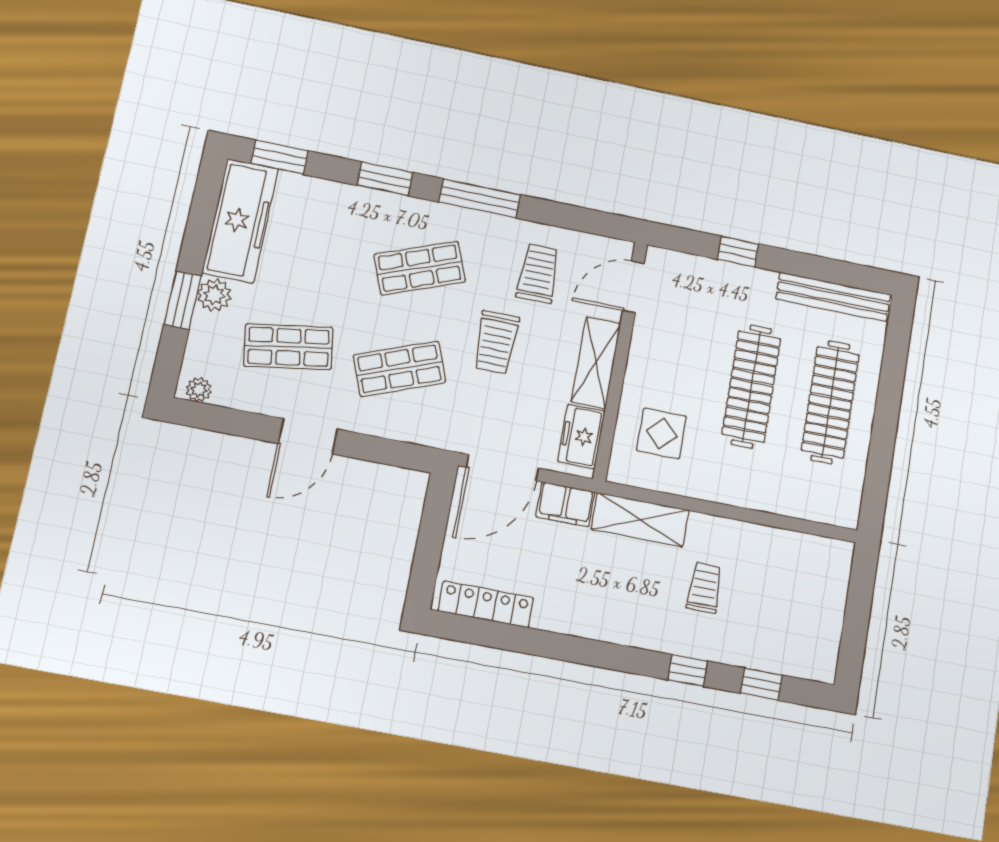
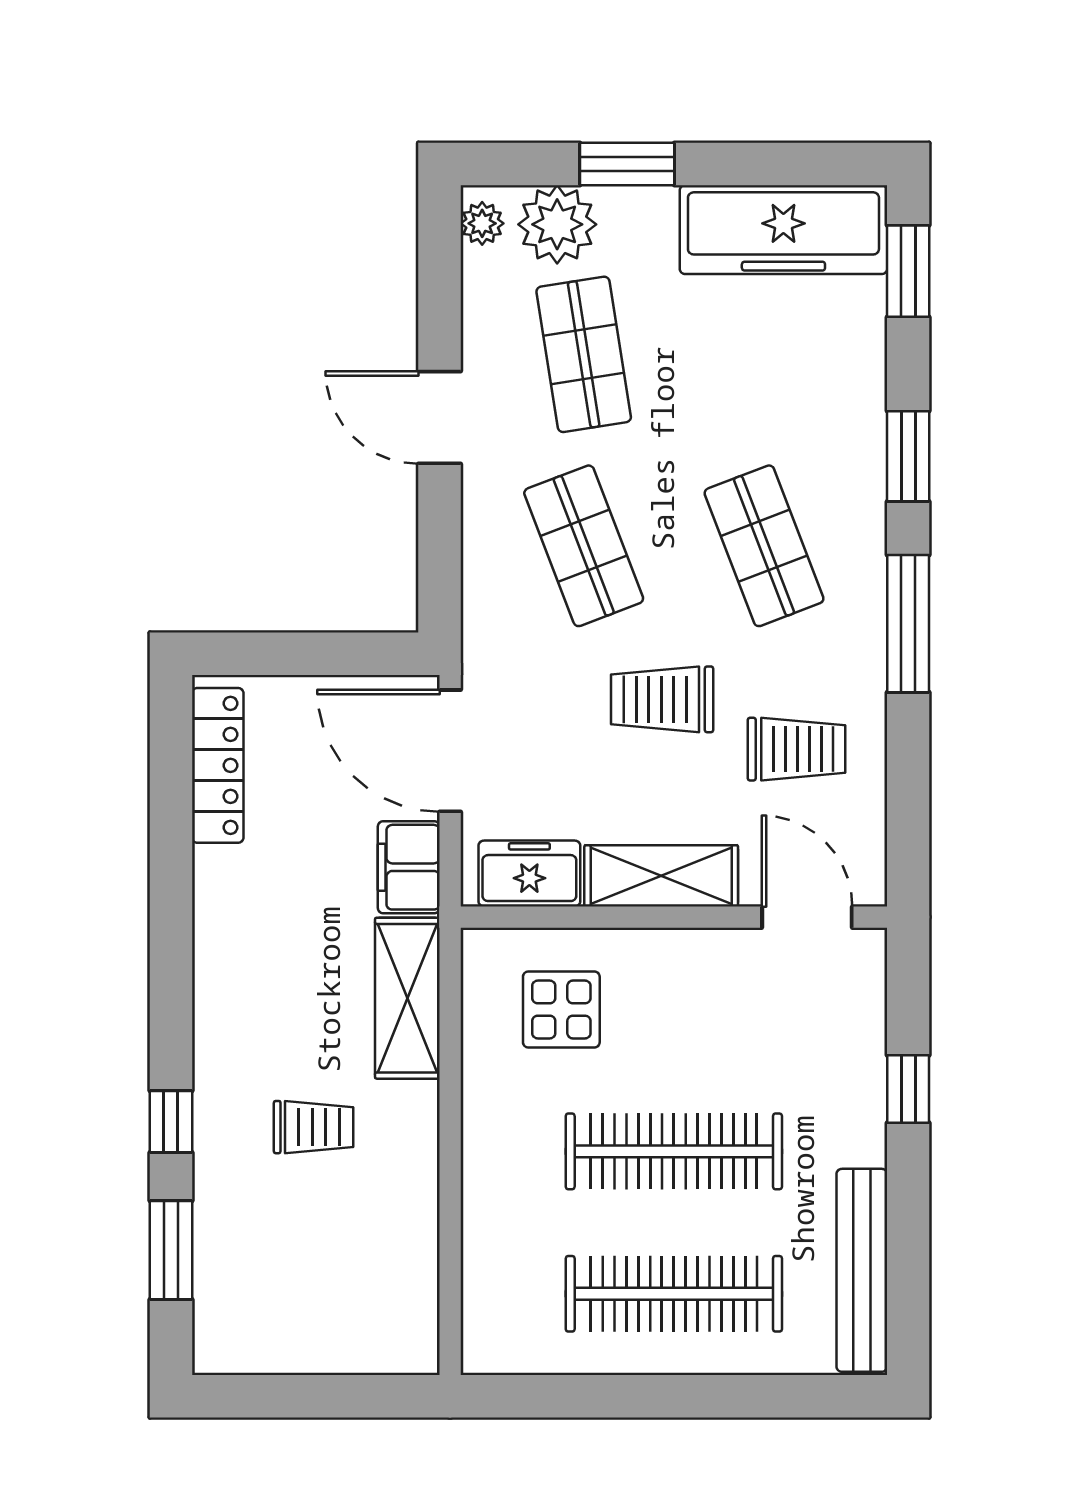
plant: (214, 295) -> (557, 224), moved, width x1.36, depth x1.36
window: (761, 684) -> (171, 1250), width x1.50

